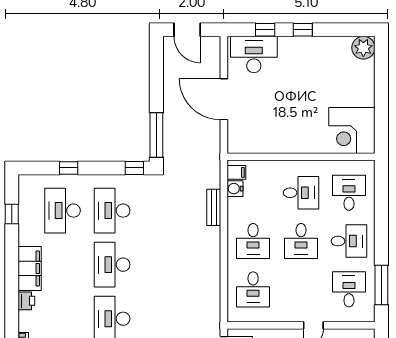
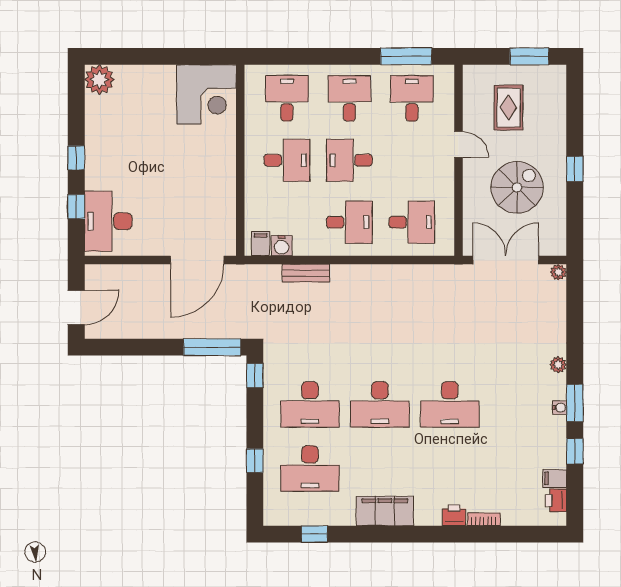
door: (224, 99) -> (197, 260), moved
desk: (301, 193) -> (287, 160), turned 90
desk: (349, 193) -> (287, 98), turned 90
desk: (301, 241) -> (349, 160), turned 180
desk: (349, 289) -> (412, 98), turned 90
printer: (26, 301) -> (454, 515), moved

